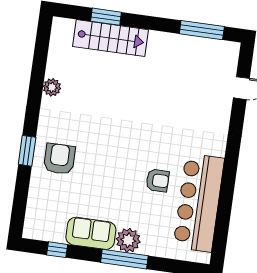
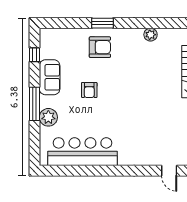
armchair: (157, 180) -> (89, 90), moved
plant: (128, 240) -> (48, 117), moved

